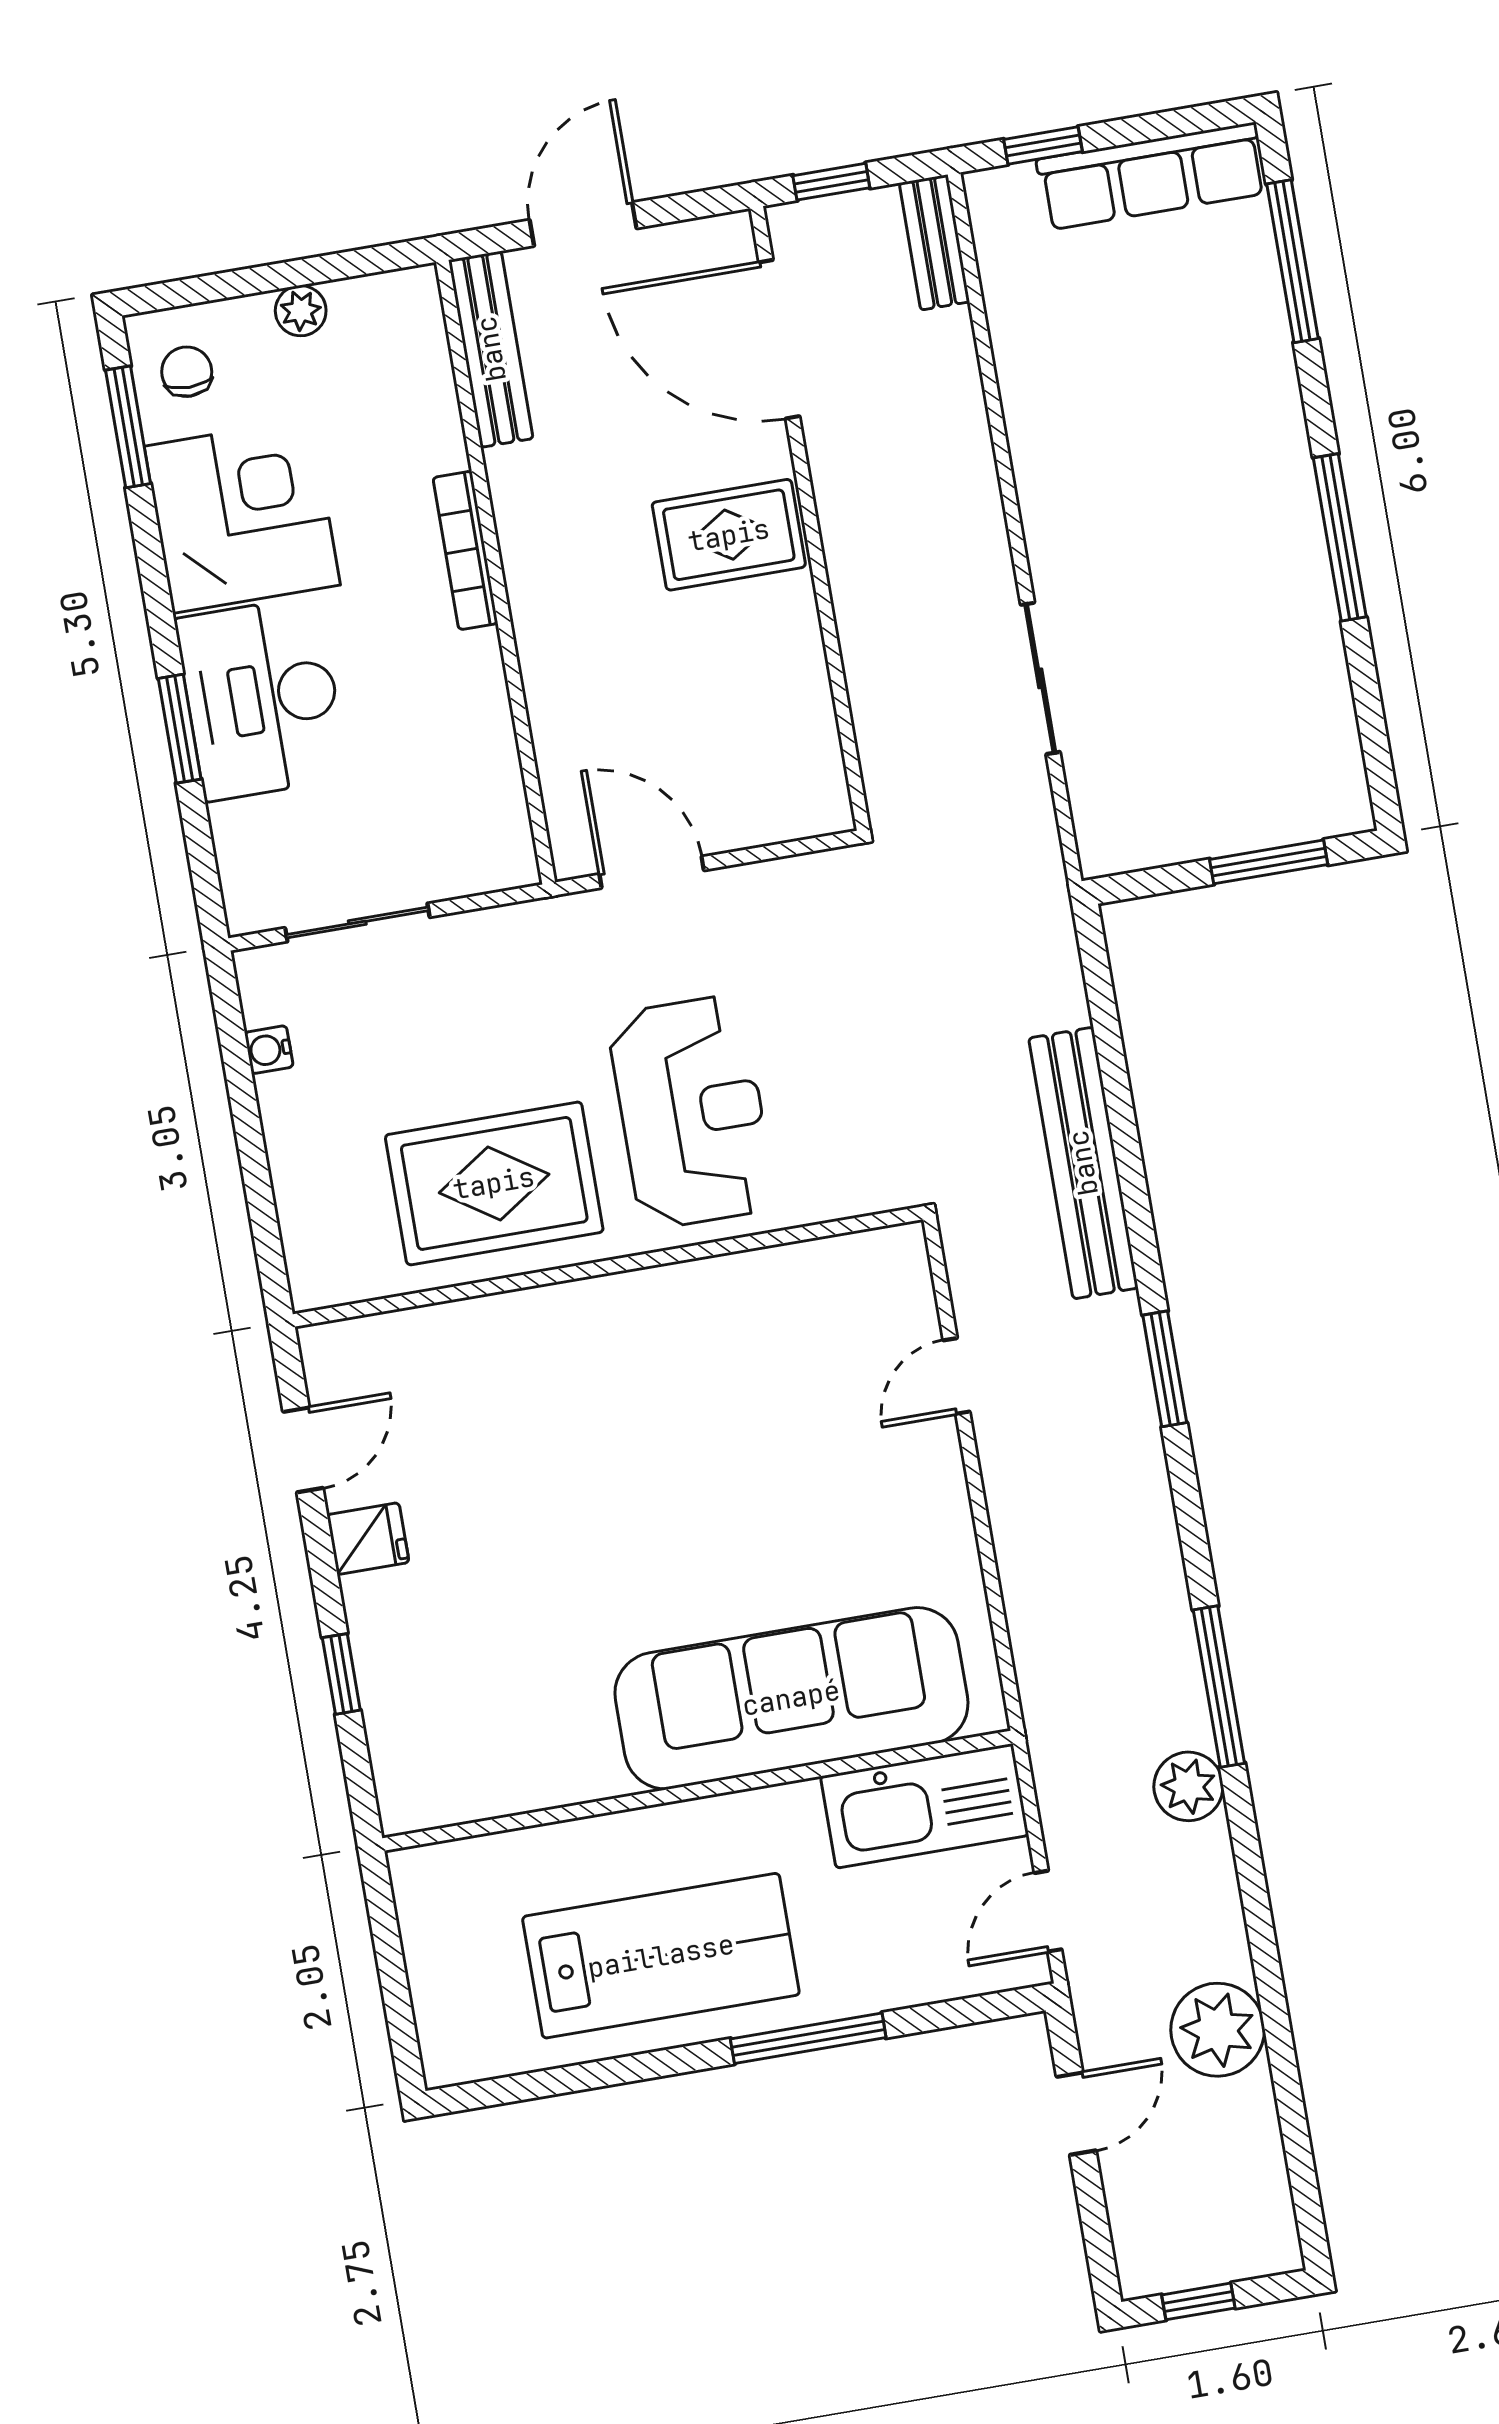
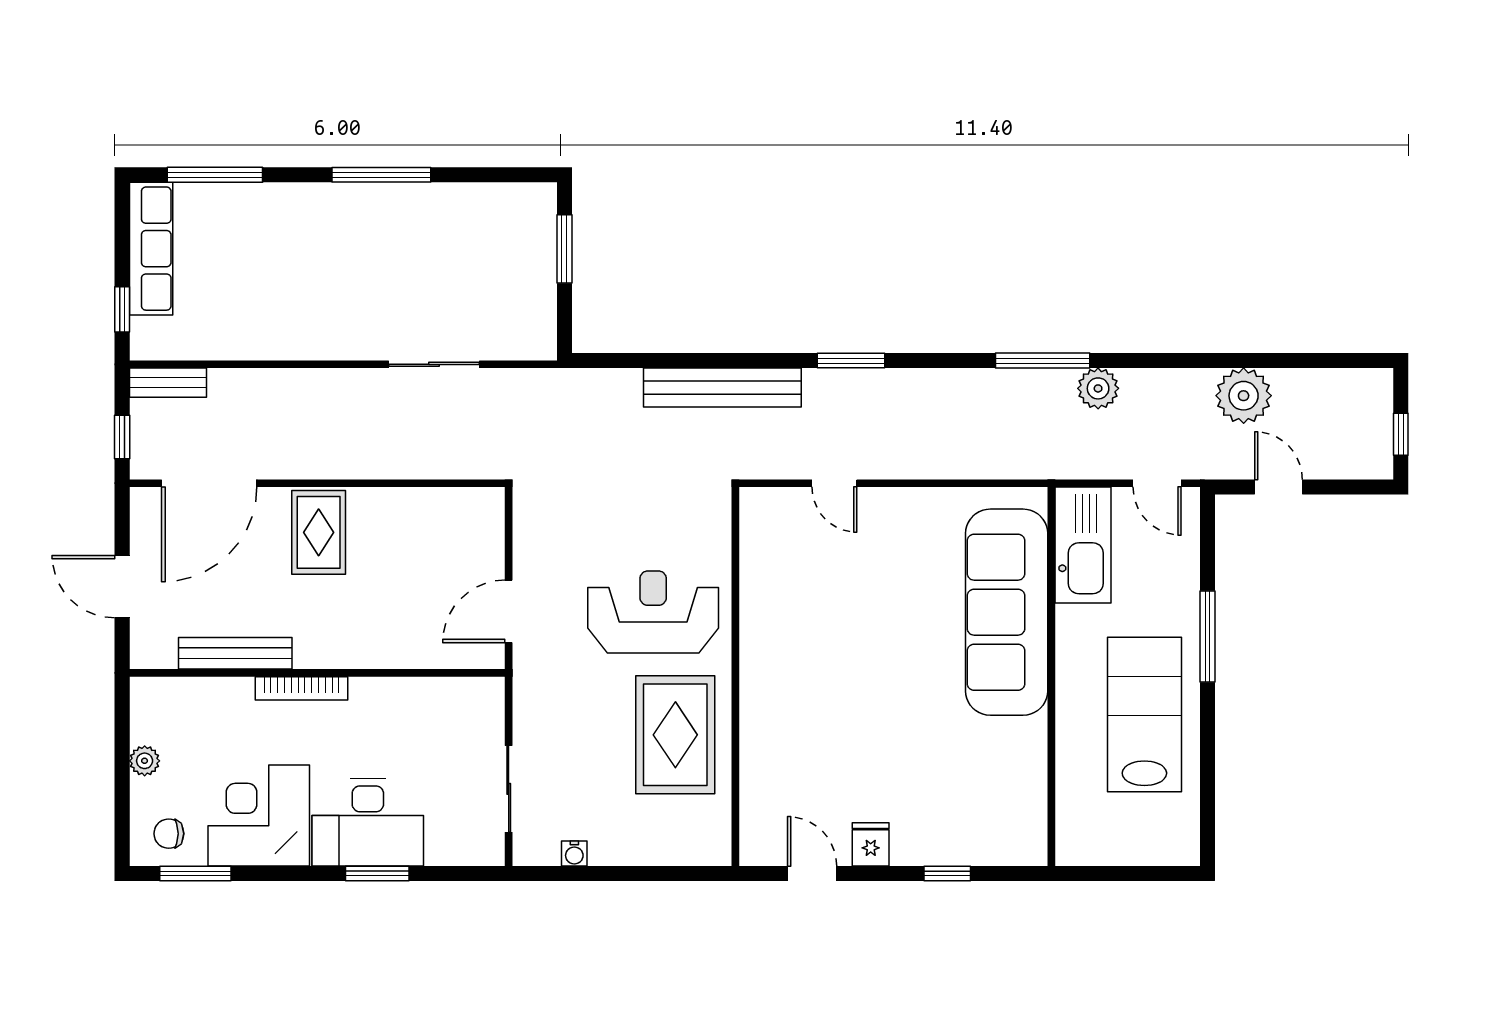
bench: (491, 349) -> (235, 653), moved

